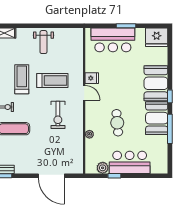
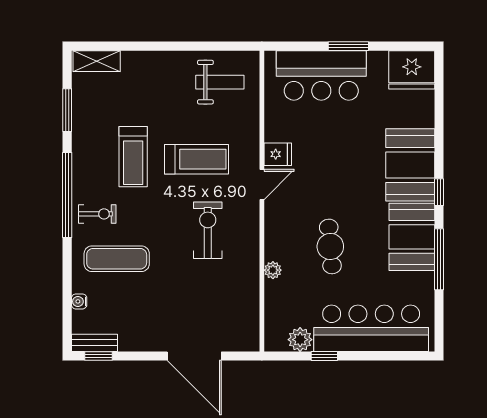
weight bench: (43, 42) -> (220, 82), moved, turned -90
treadmill: (22, 79) -> (133, 157), turned 180
door: (84, 93) -> (262, 185), hinge flipped
exercise bike: (58, 115) -> (208, 230), turned 180
bar counter: (130, 162) -> (371, 328), width x1.36

